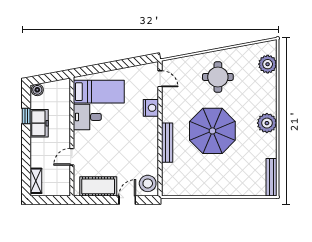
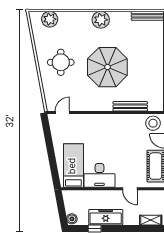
nightstand: (151, 108) -> (87, 120), removed
desk: (87, 117) -> (100, 175), width x1.37
freezer: (39, 123) -> (106, 217), width x1.40
bench: (167, 143) -> (130, 106), moved

